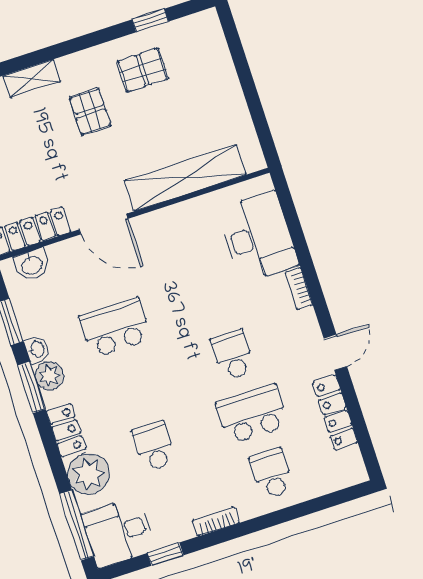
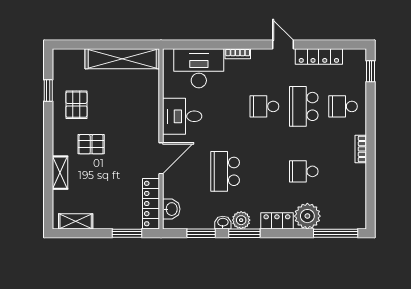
shelving: (185, 178) -> (122, 59), moved, turned 90
desk: (118, 532) -> (182, 116), moved, turned 90
window: (165, 554) -> (370, 71), moved

